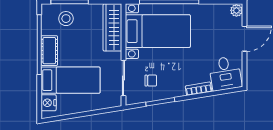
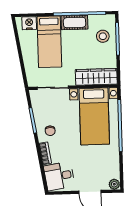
chair: (151, 81) -> (50, 131), moved

